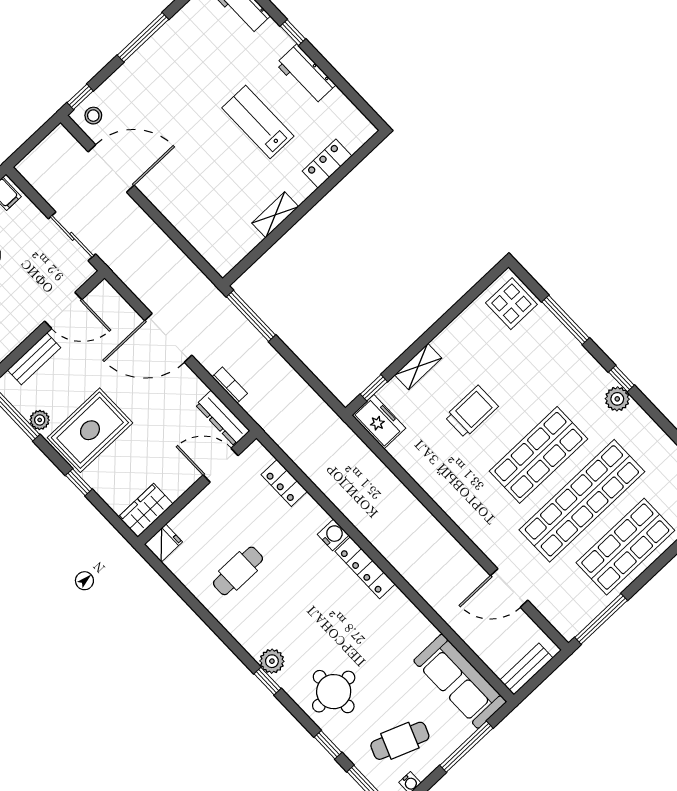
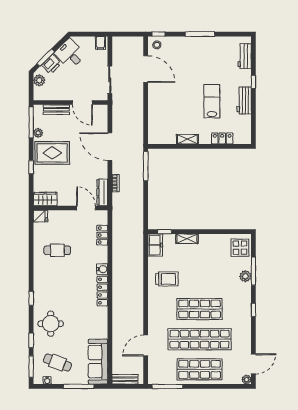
plant: (617, 399) -> (245, 276), moved
trolley: (472, 412) -> (167, 279), moved
door: (509, 588) -> (146, 345), hinge flipped
plant: (272, 661) -> (39, 293), removed

